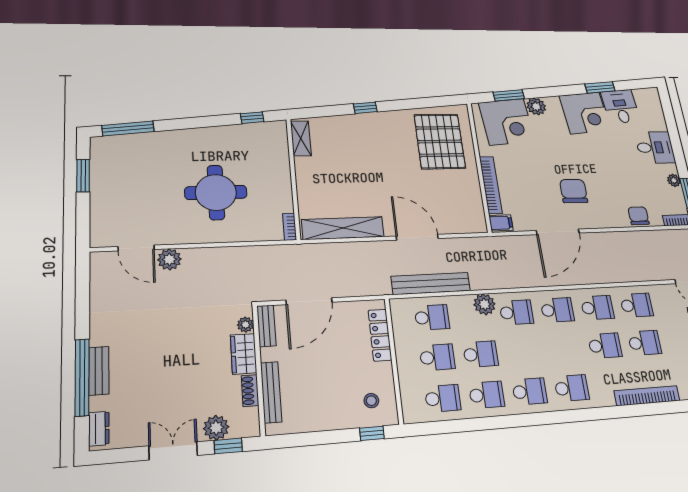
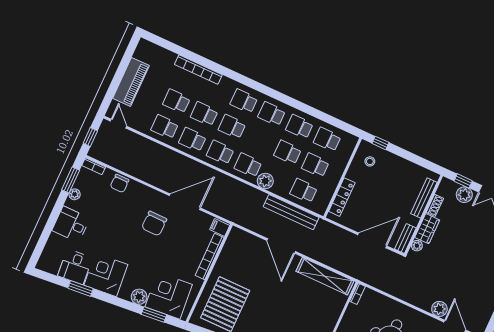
school desk: (564, 348) -> (232, 127), added

